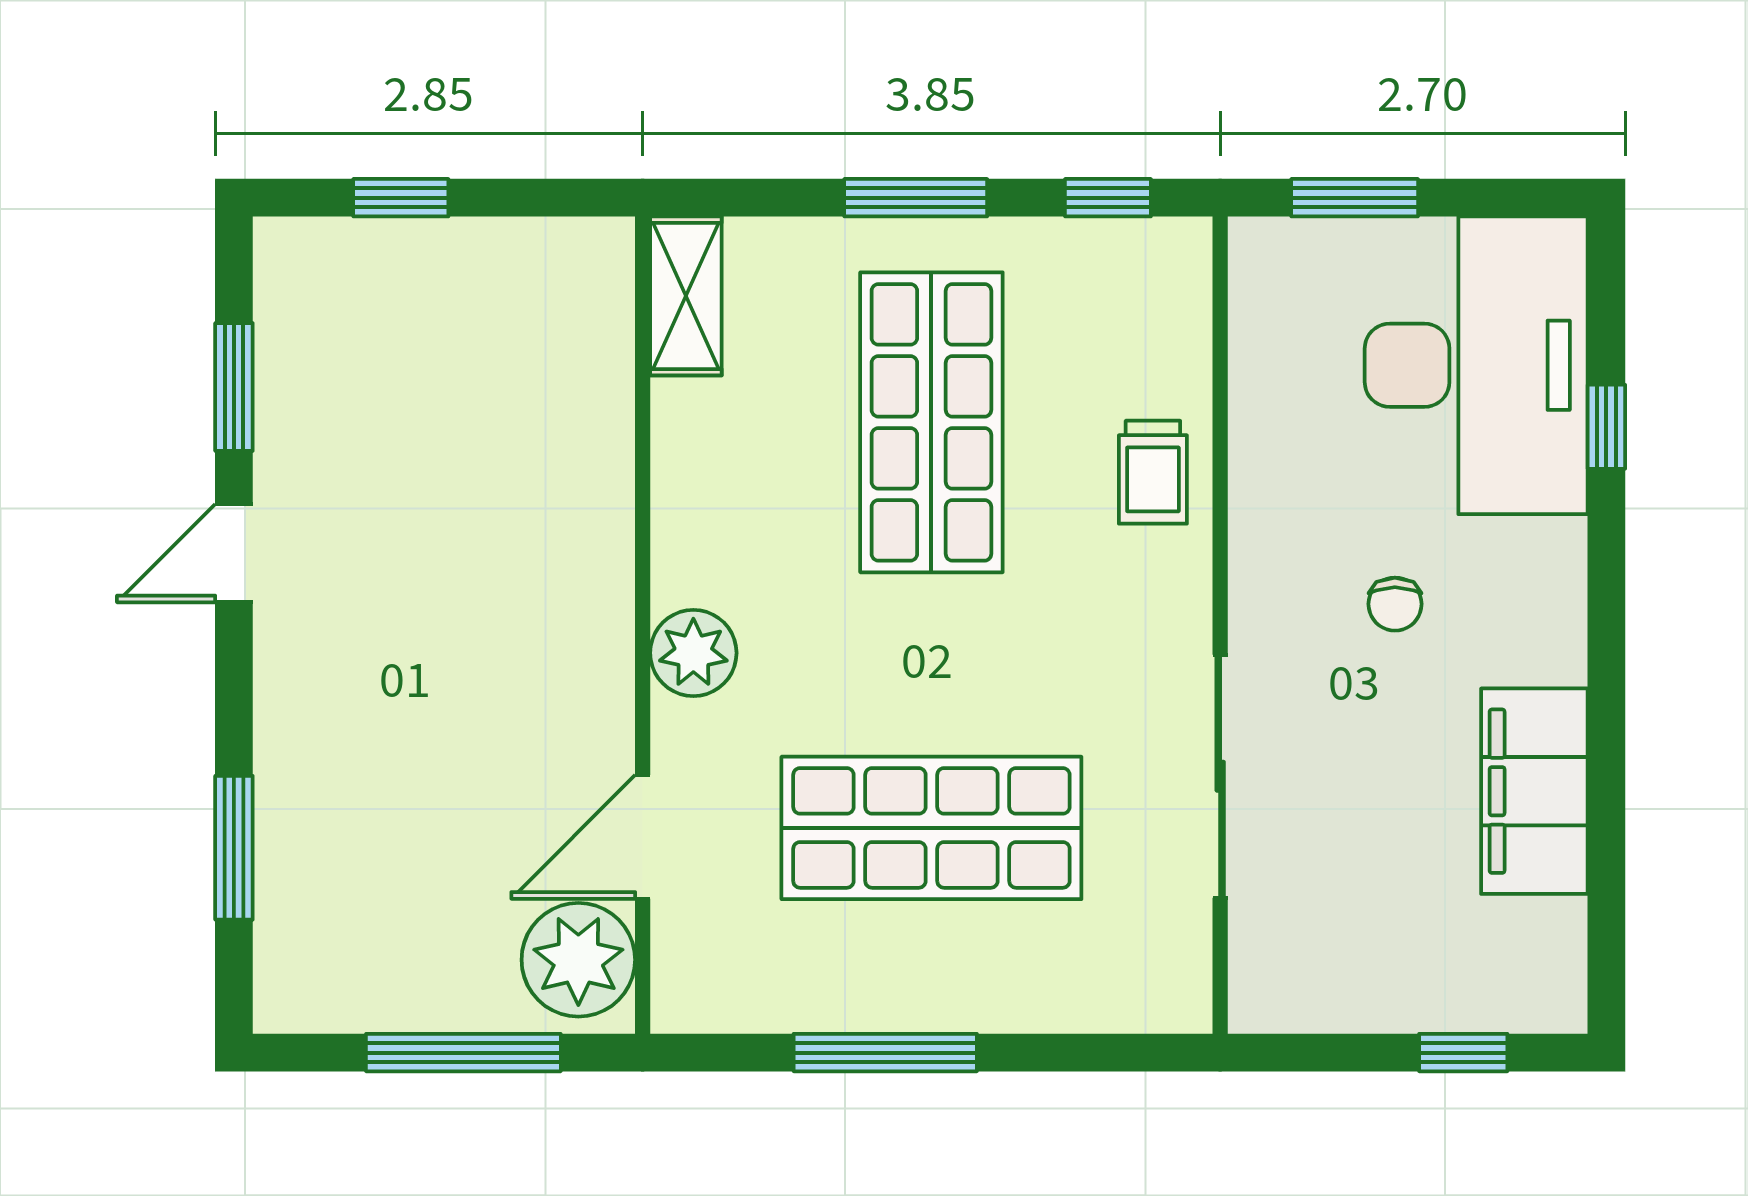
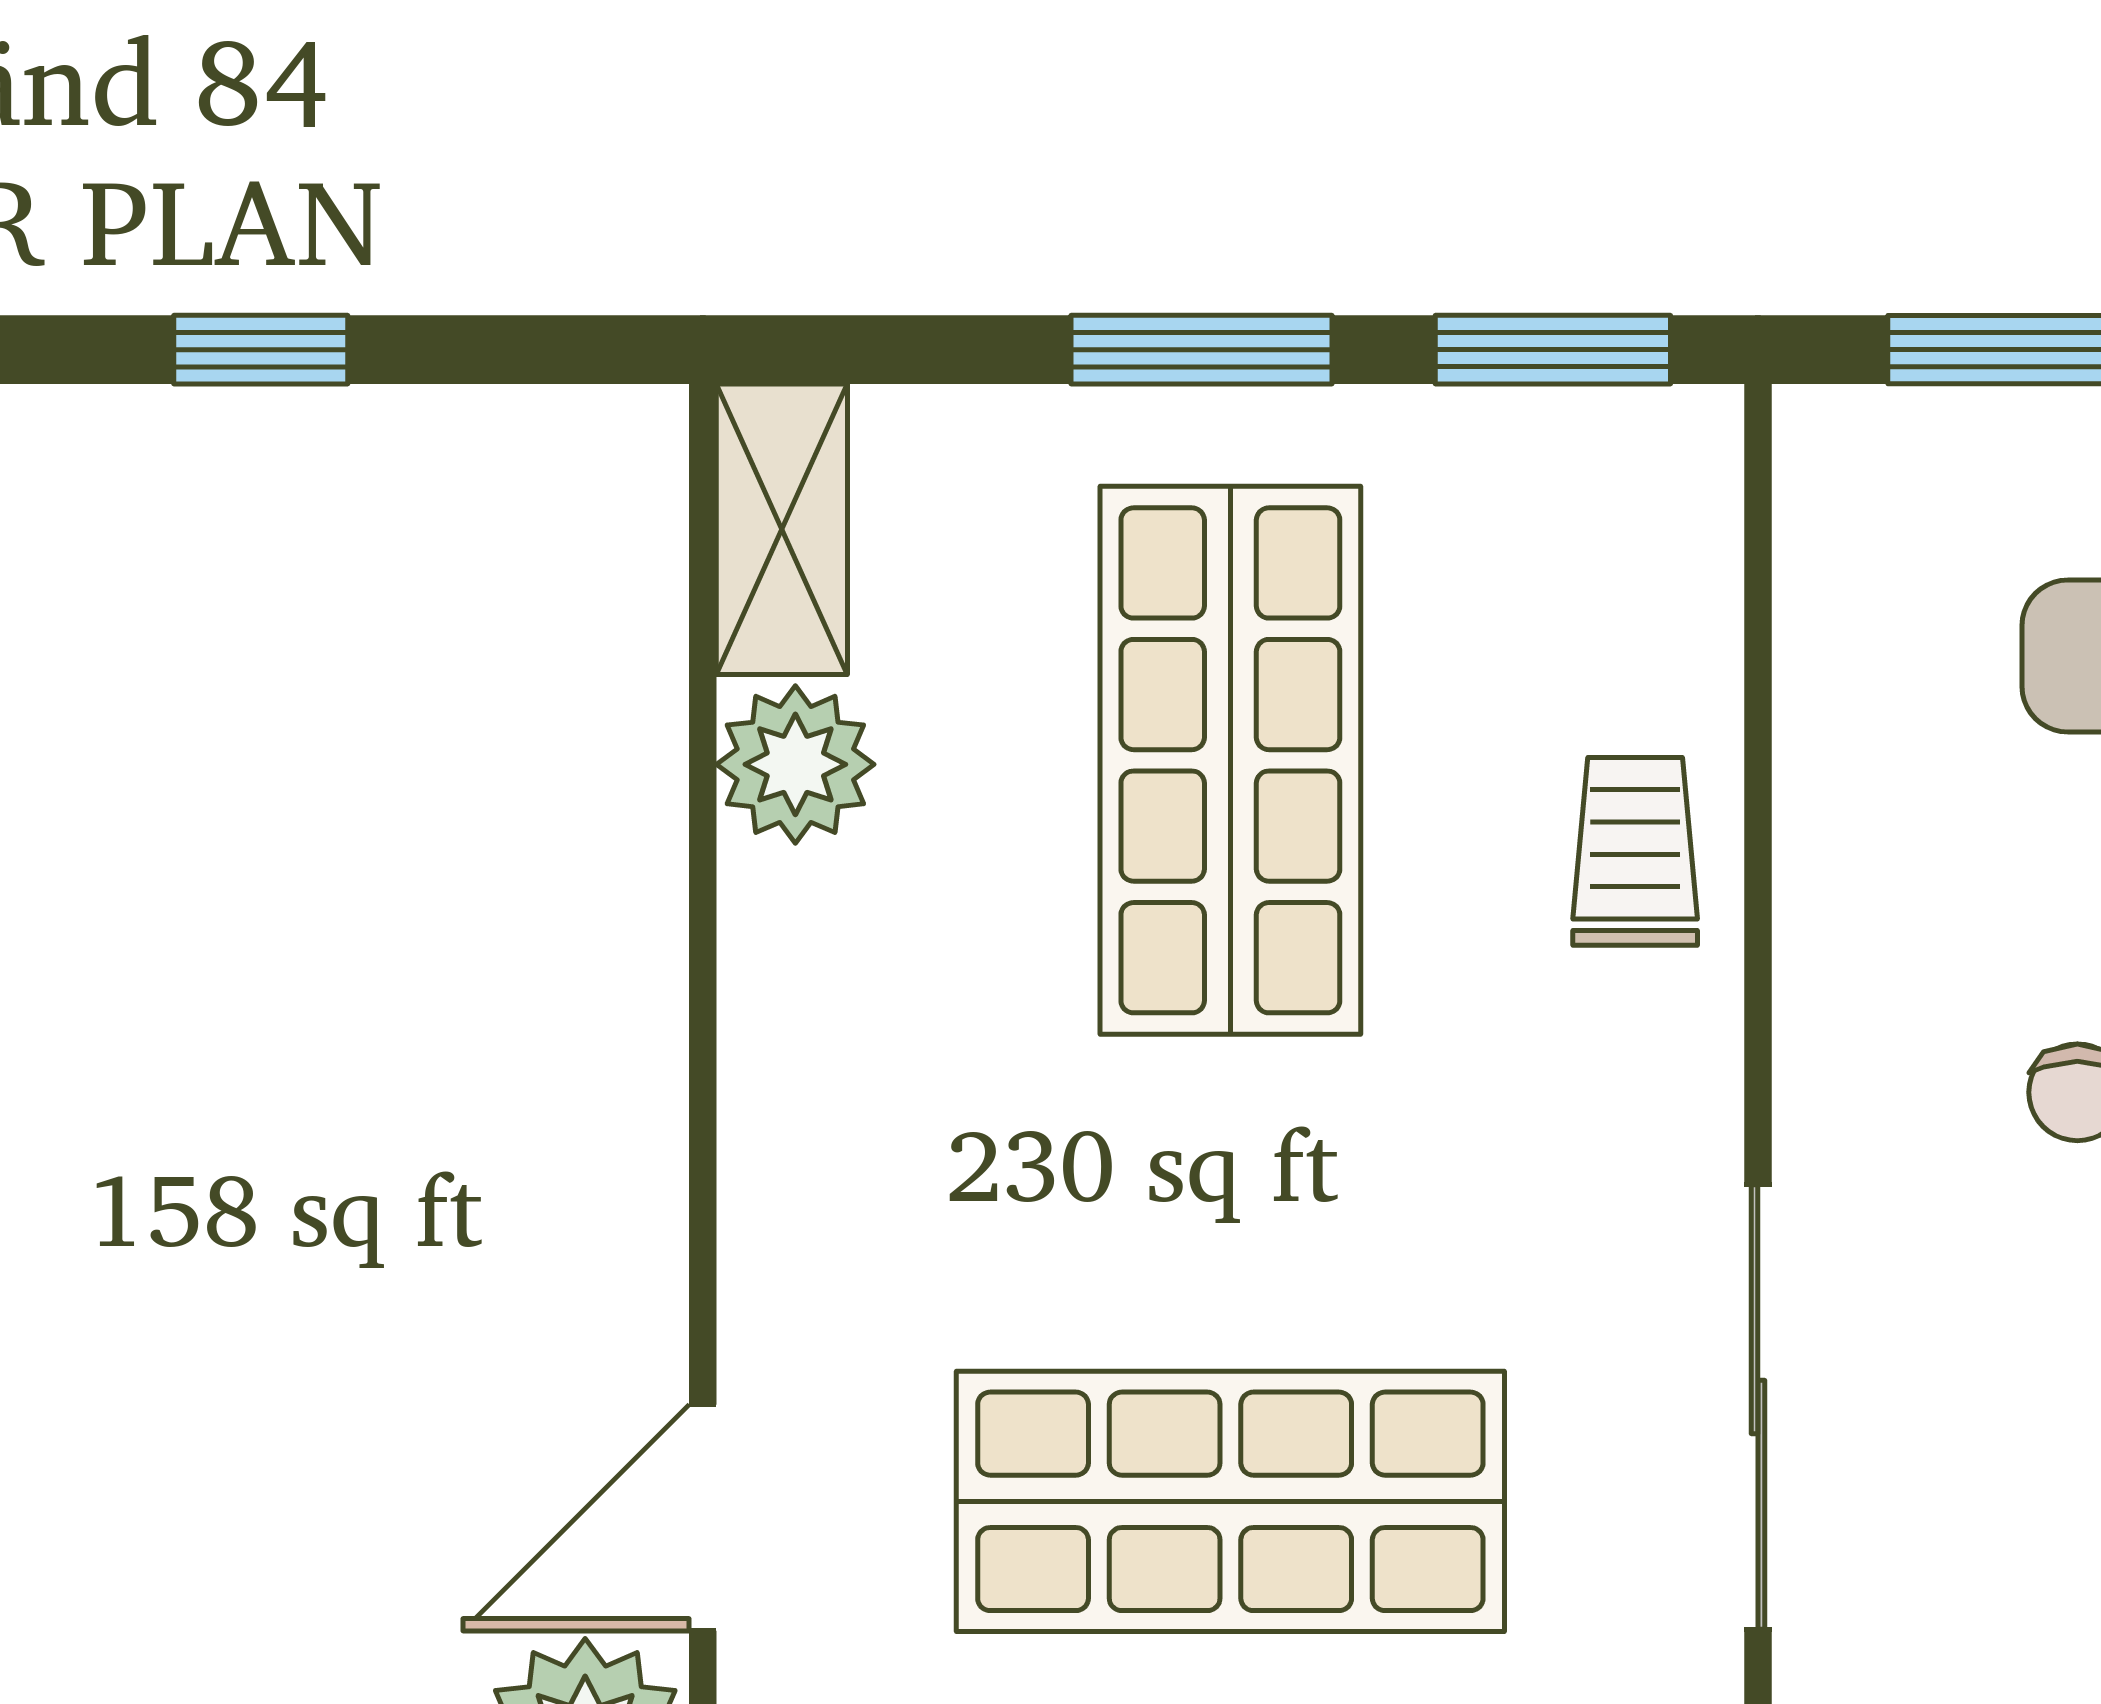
window: (1108, 198) -> (1553, 350), width x1.50
trolley: (1153, 472) -> (1635, 851), turned 180
plant: (693, 653) -> (795, 764), moved

